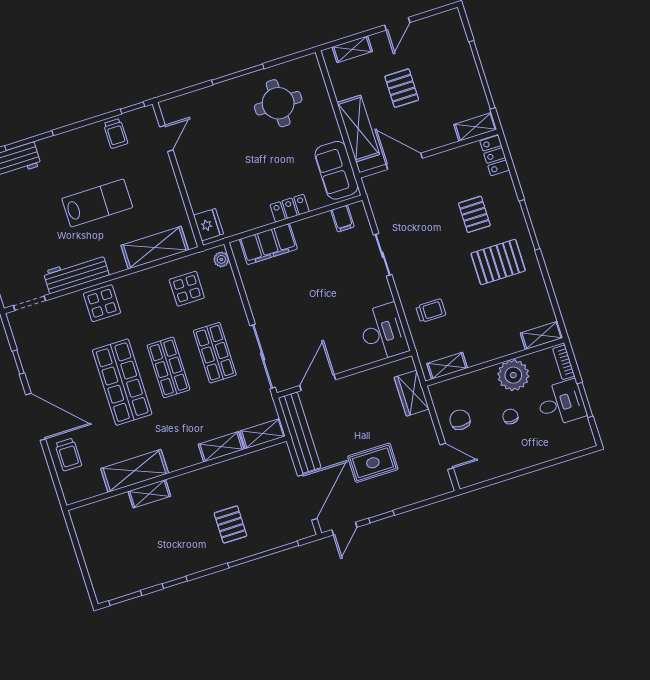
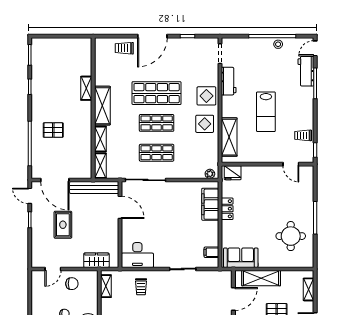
locker: (290, 208) -> (227, 209), moved
workbench: (76, 273) -> (229, 81), width x0.73
display table: (187, 289) -> (205, 124), moved
shelving: (135, 471) -> (102, 106), moved

